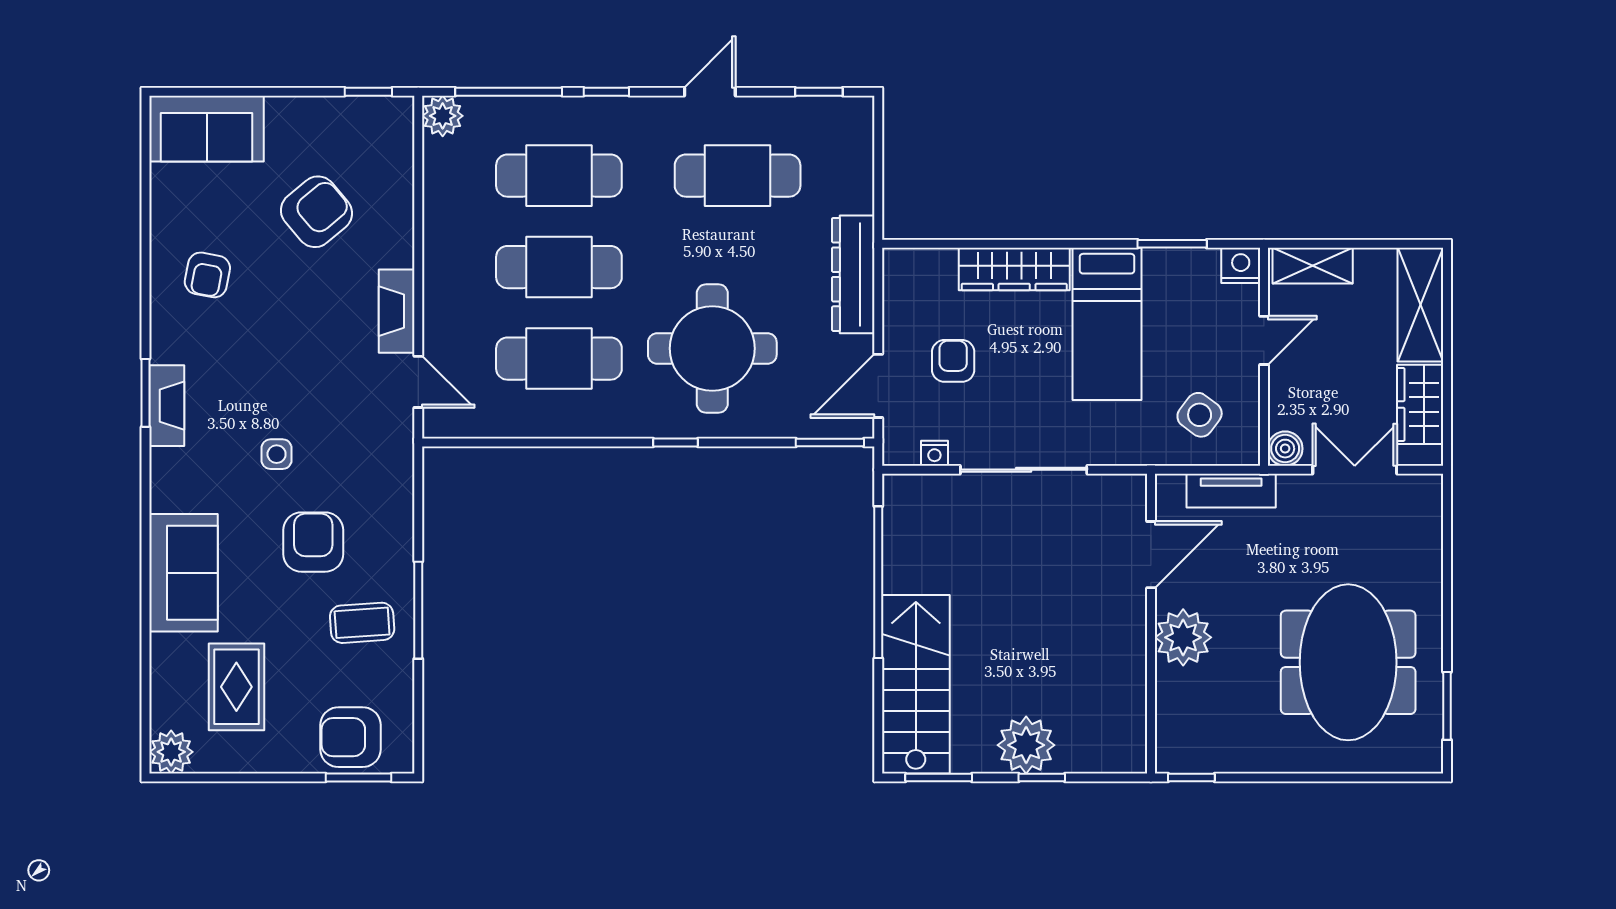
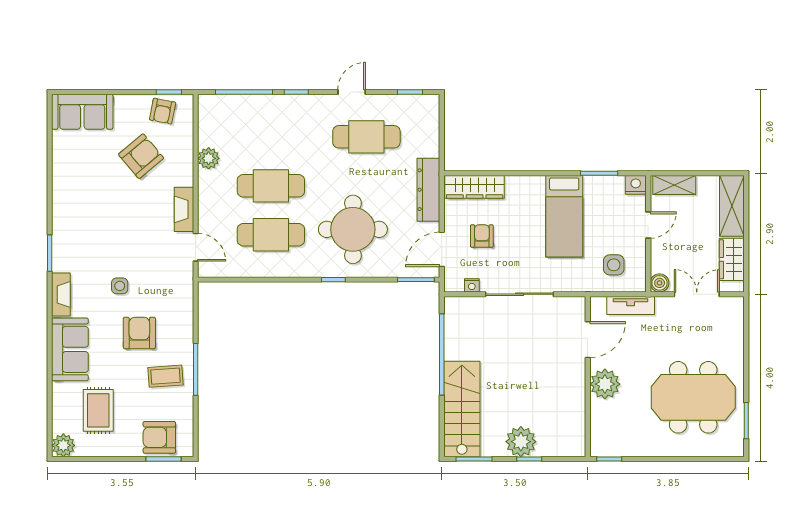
plant: (443, 116) -> (209, 158), moved
cafe table: (559, 176) -> (271, 137), removed
wardrobe: (1014, 269) -> (475, 187), moved
armchair: (207, 275) -> (163, 111), moved
fireplace: (167, 406) -> (61, 294), moved
side table: (1200, 415) -> (614, 265), turned -37
meeting table: (1348, 662) -> (693, 397), turned 90

